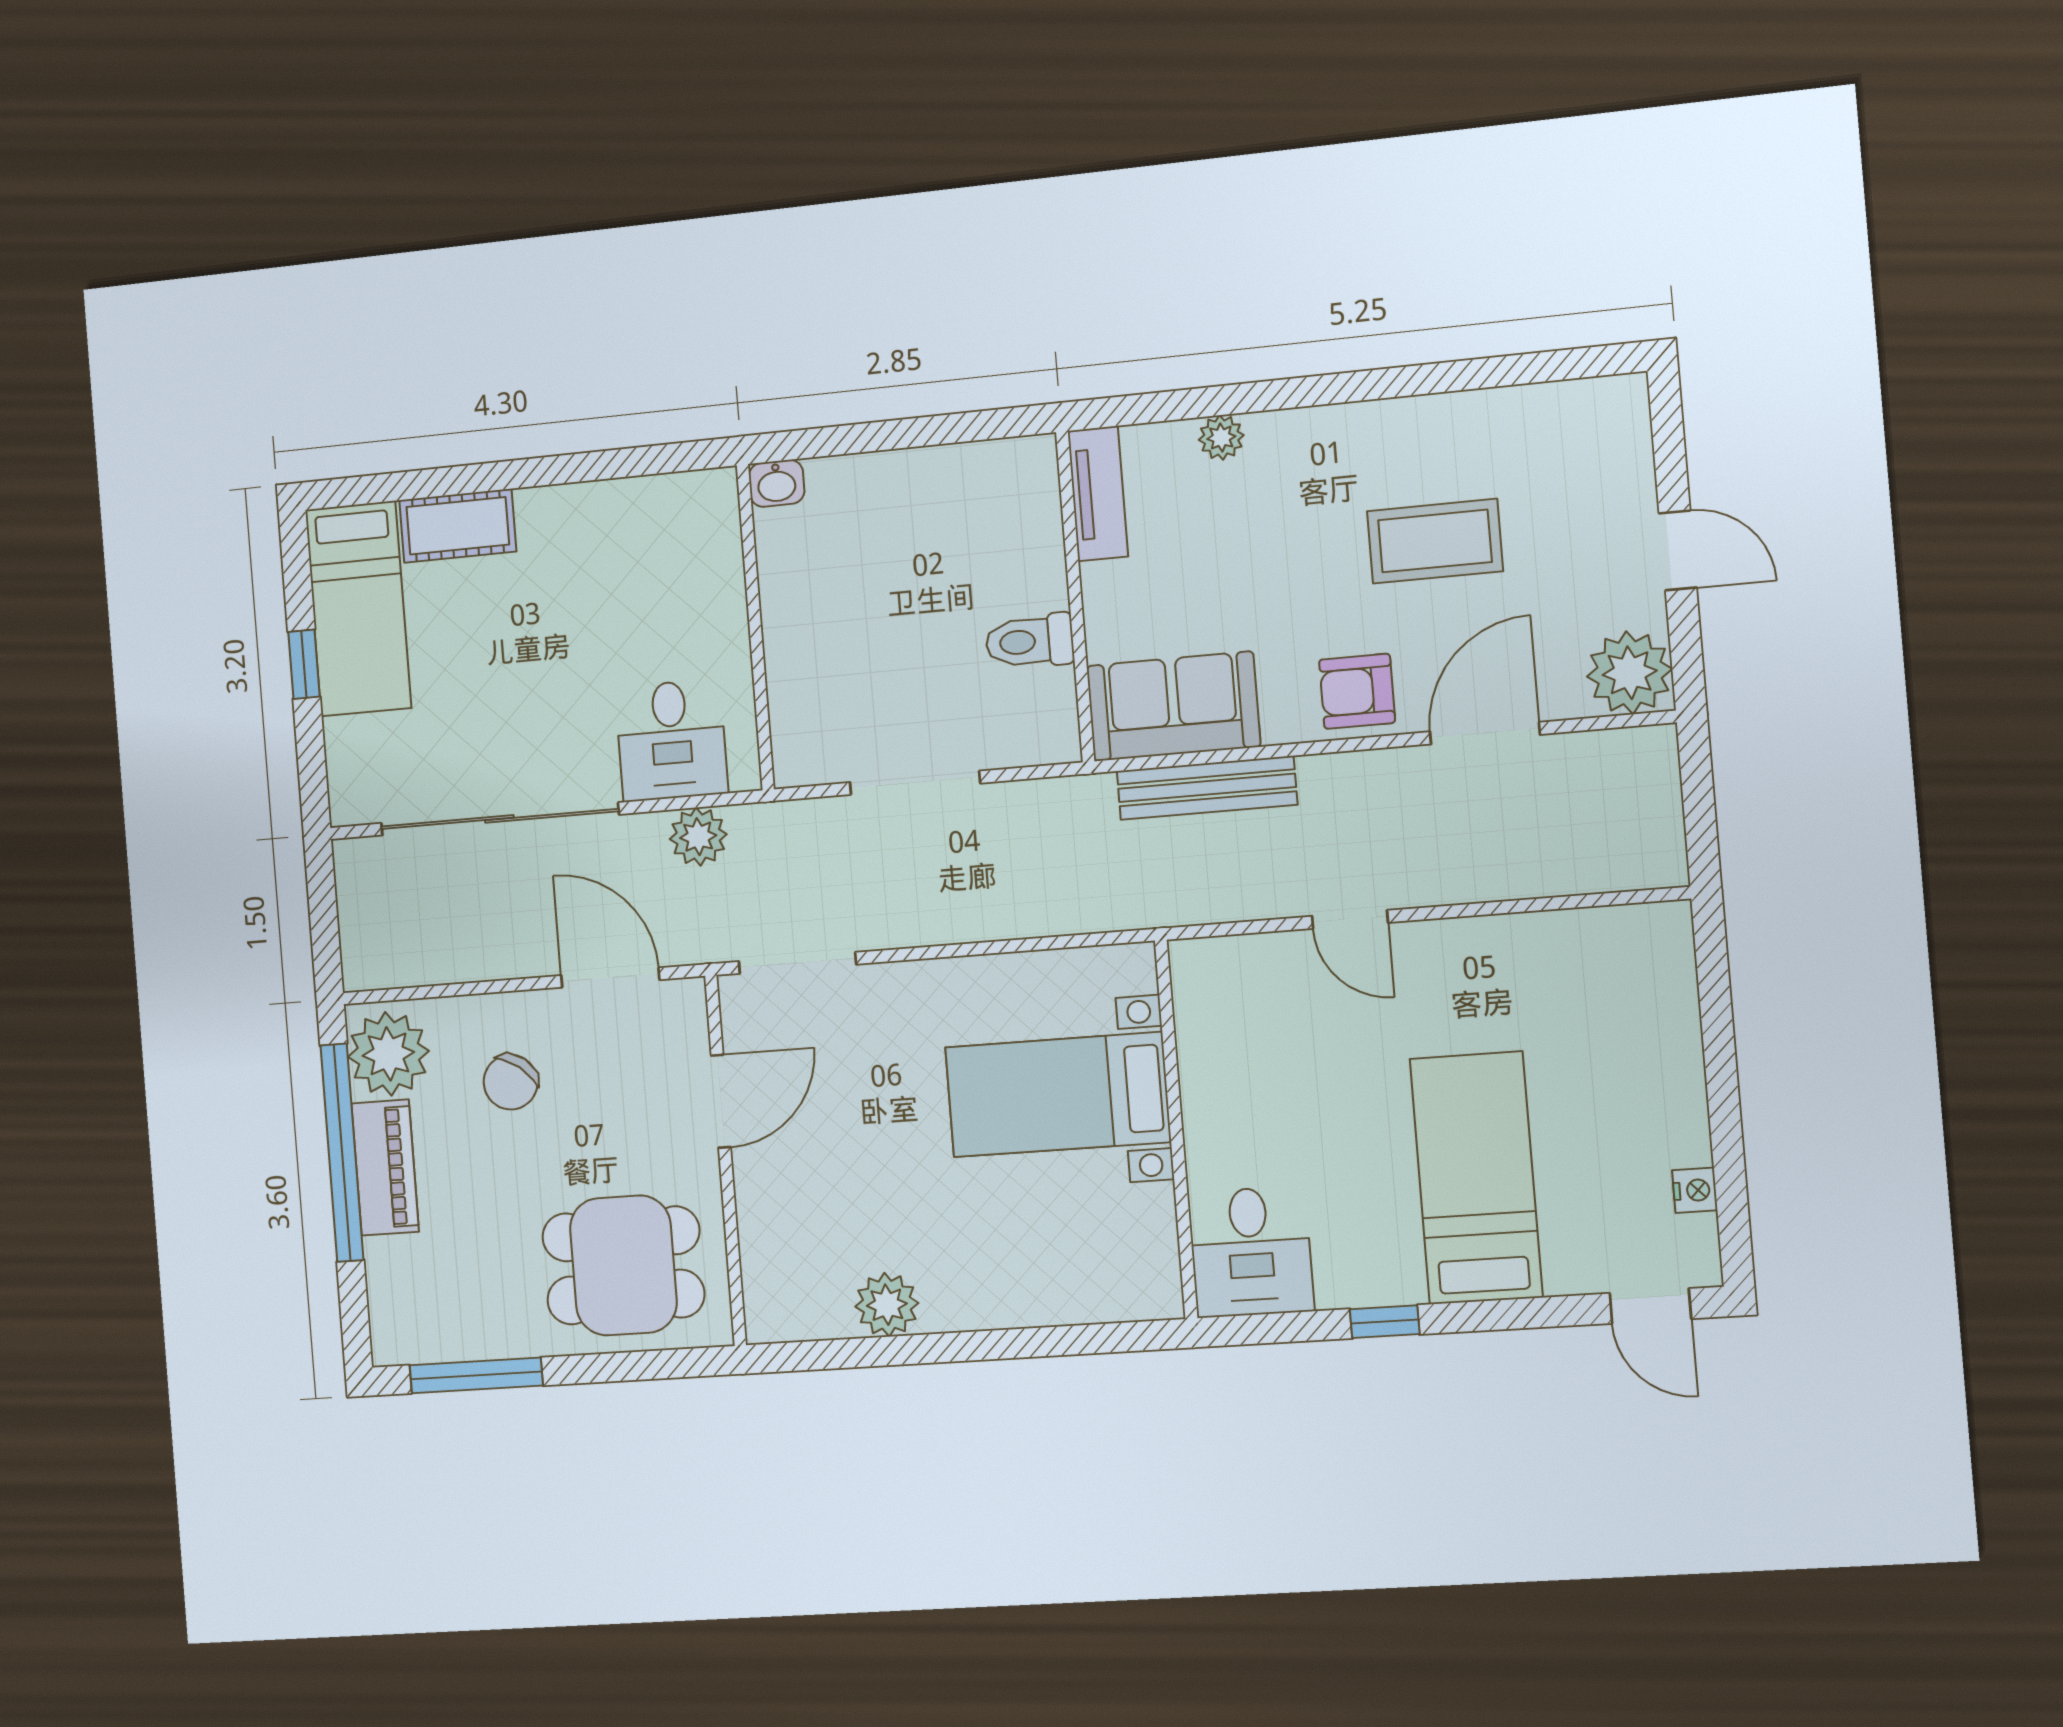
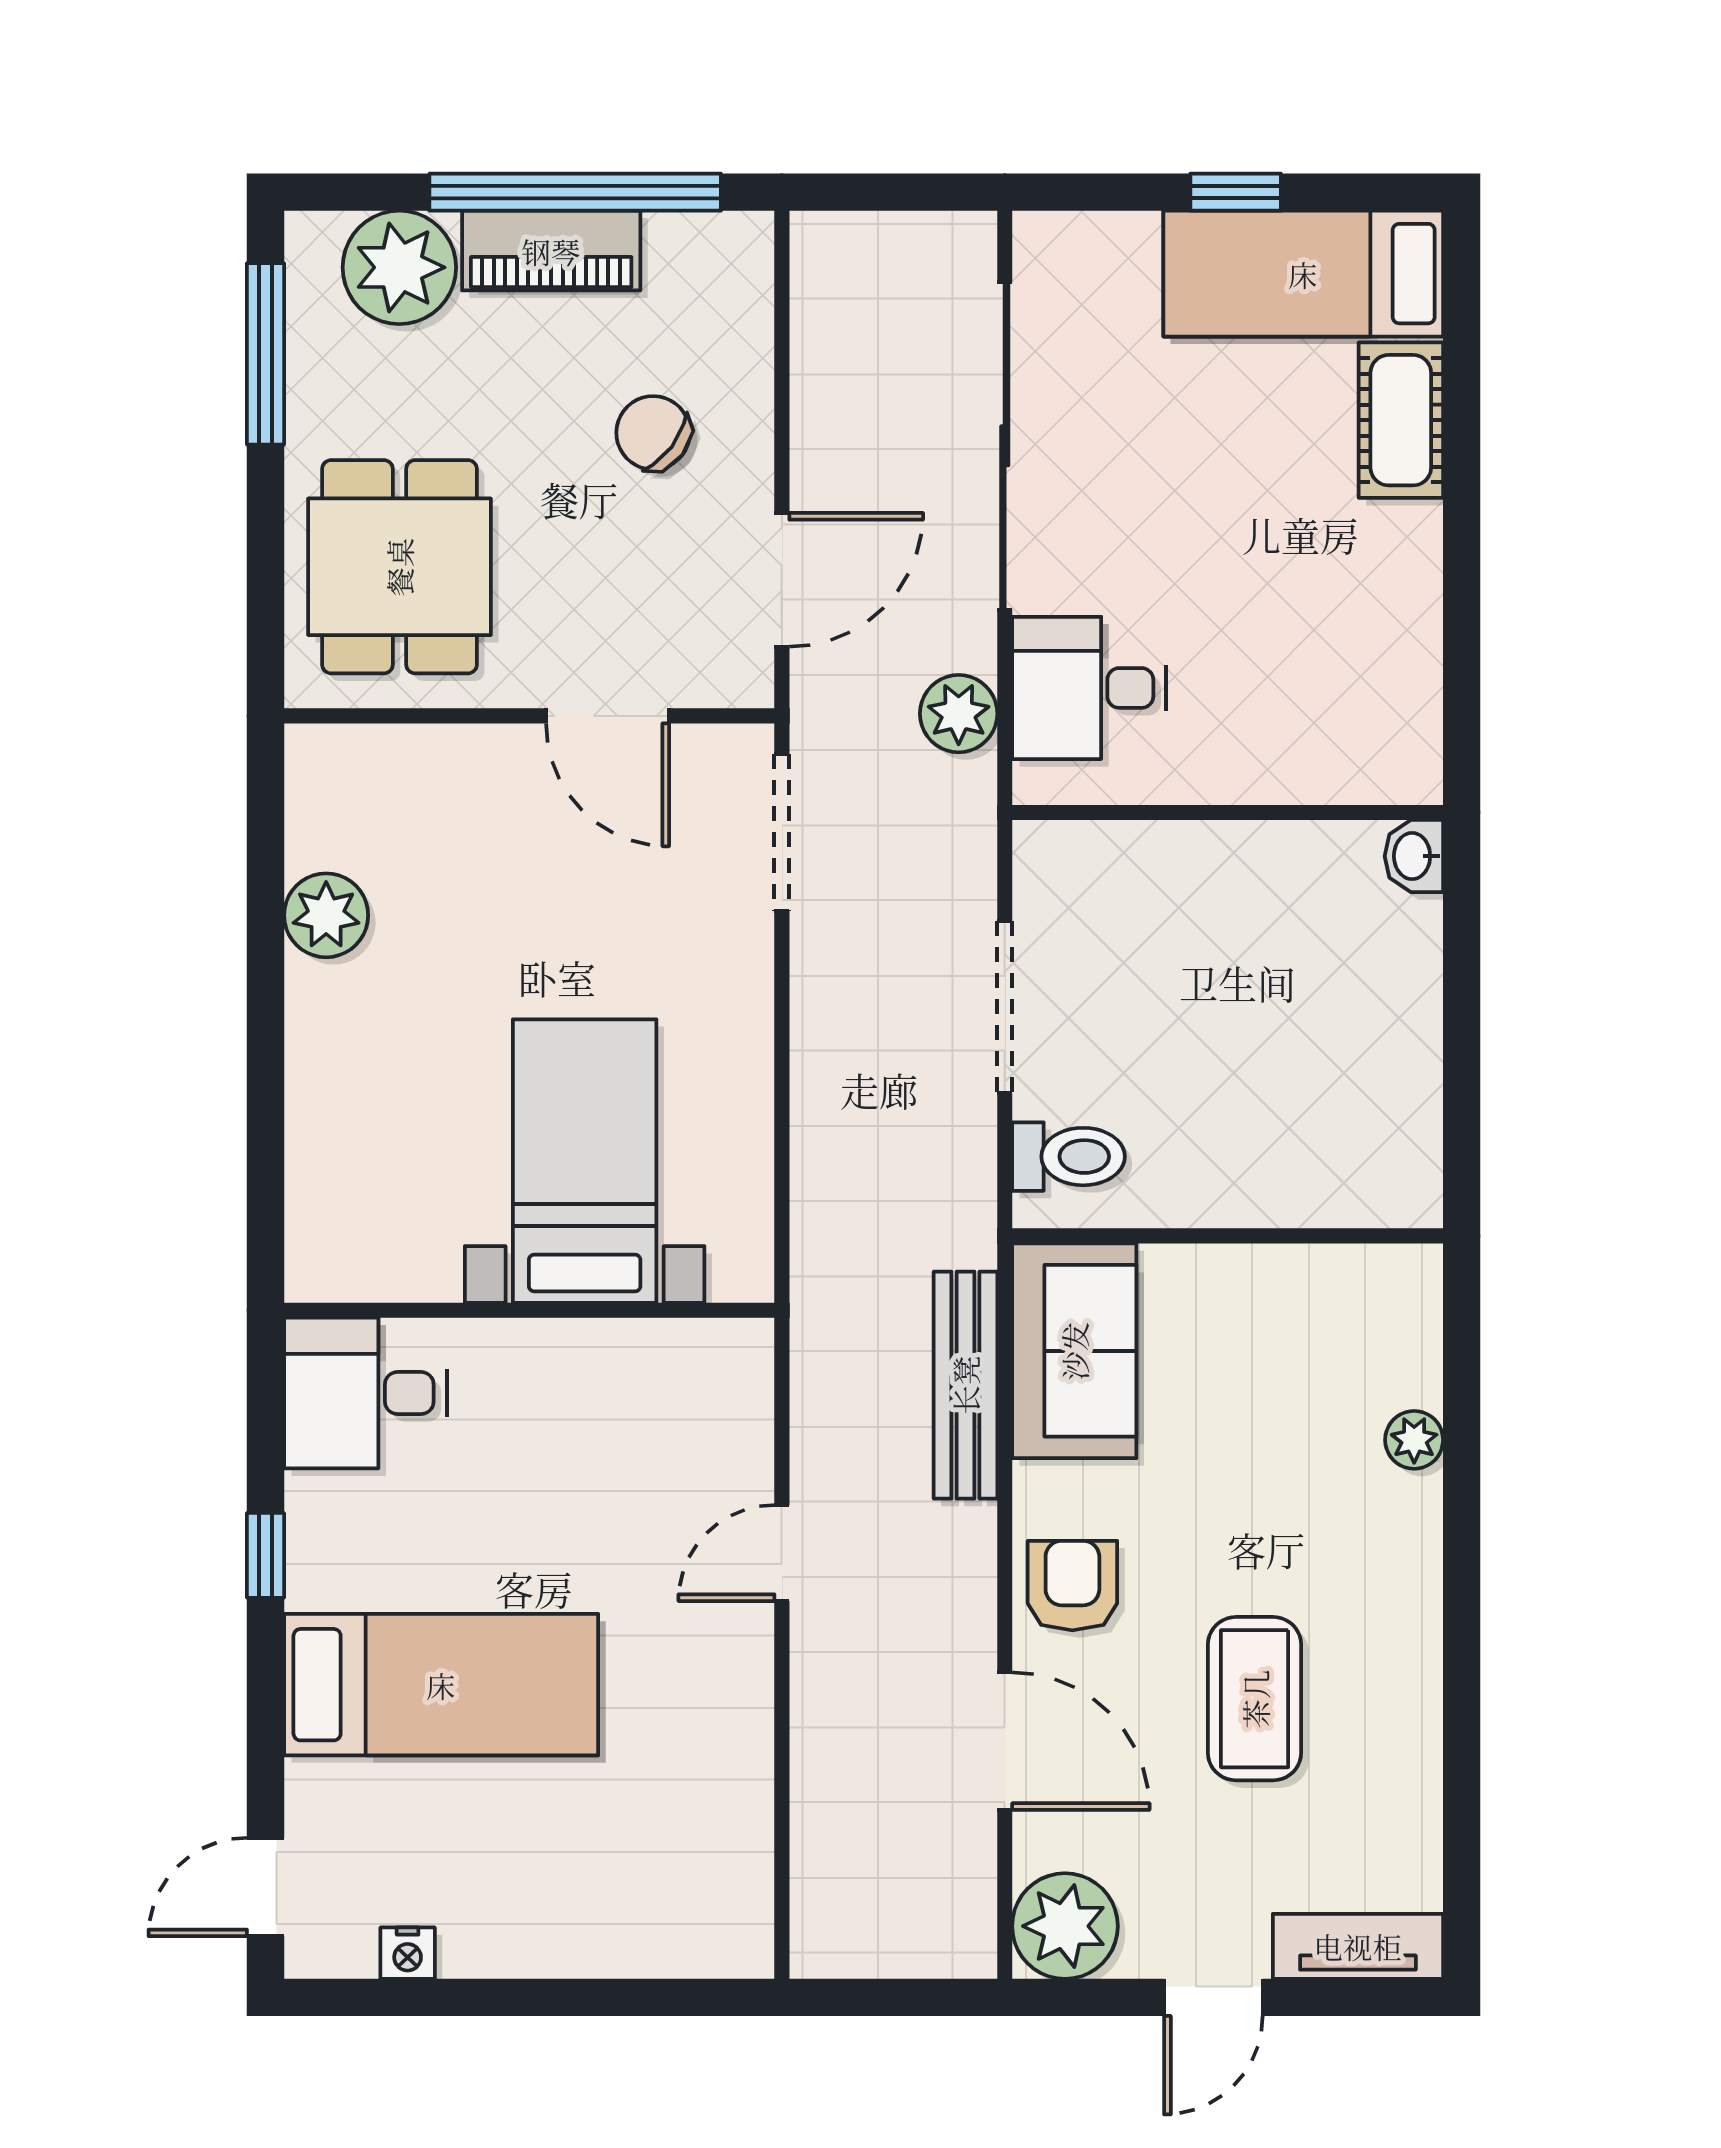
tv unit: (1098, 494) -> (1358, 1946), moved, turned 180
toilet: (1030, 641) -> (1068, 1157), moved, turned 90
plant: (388, 1054) -> (399, 267), moved

